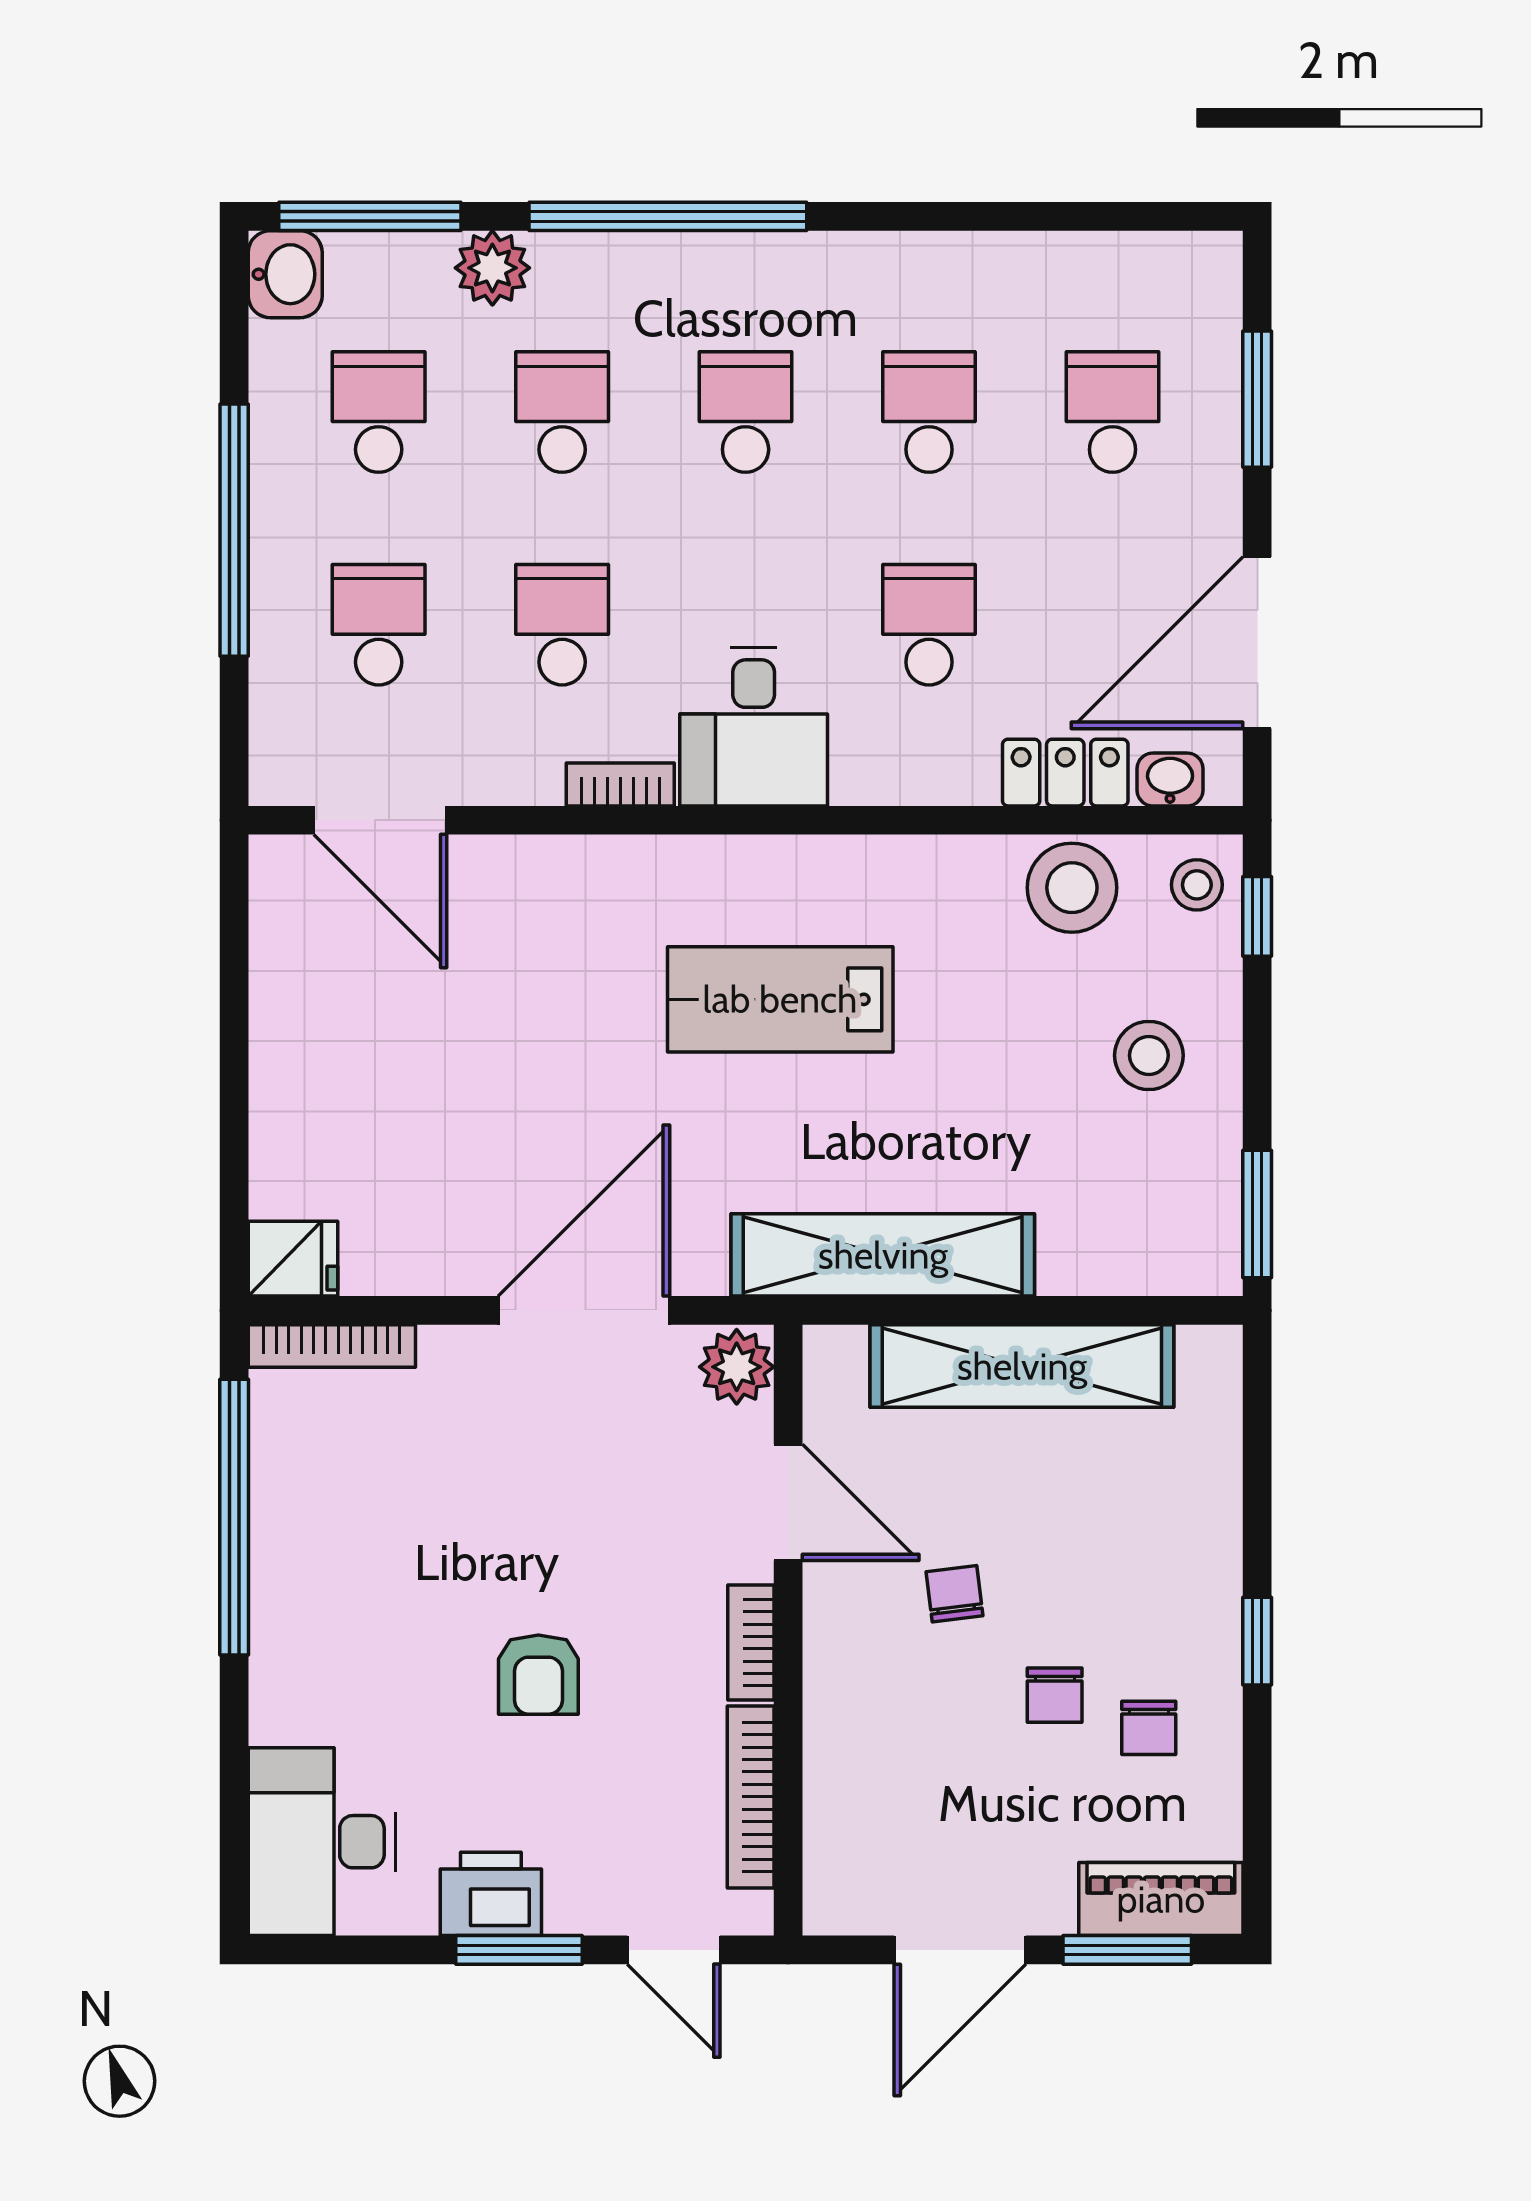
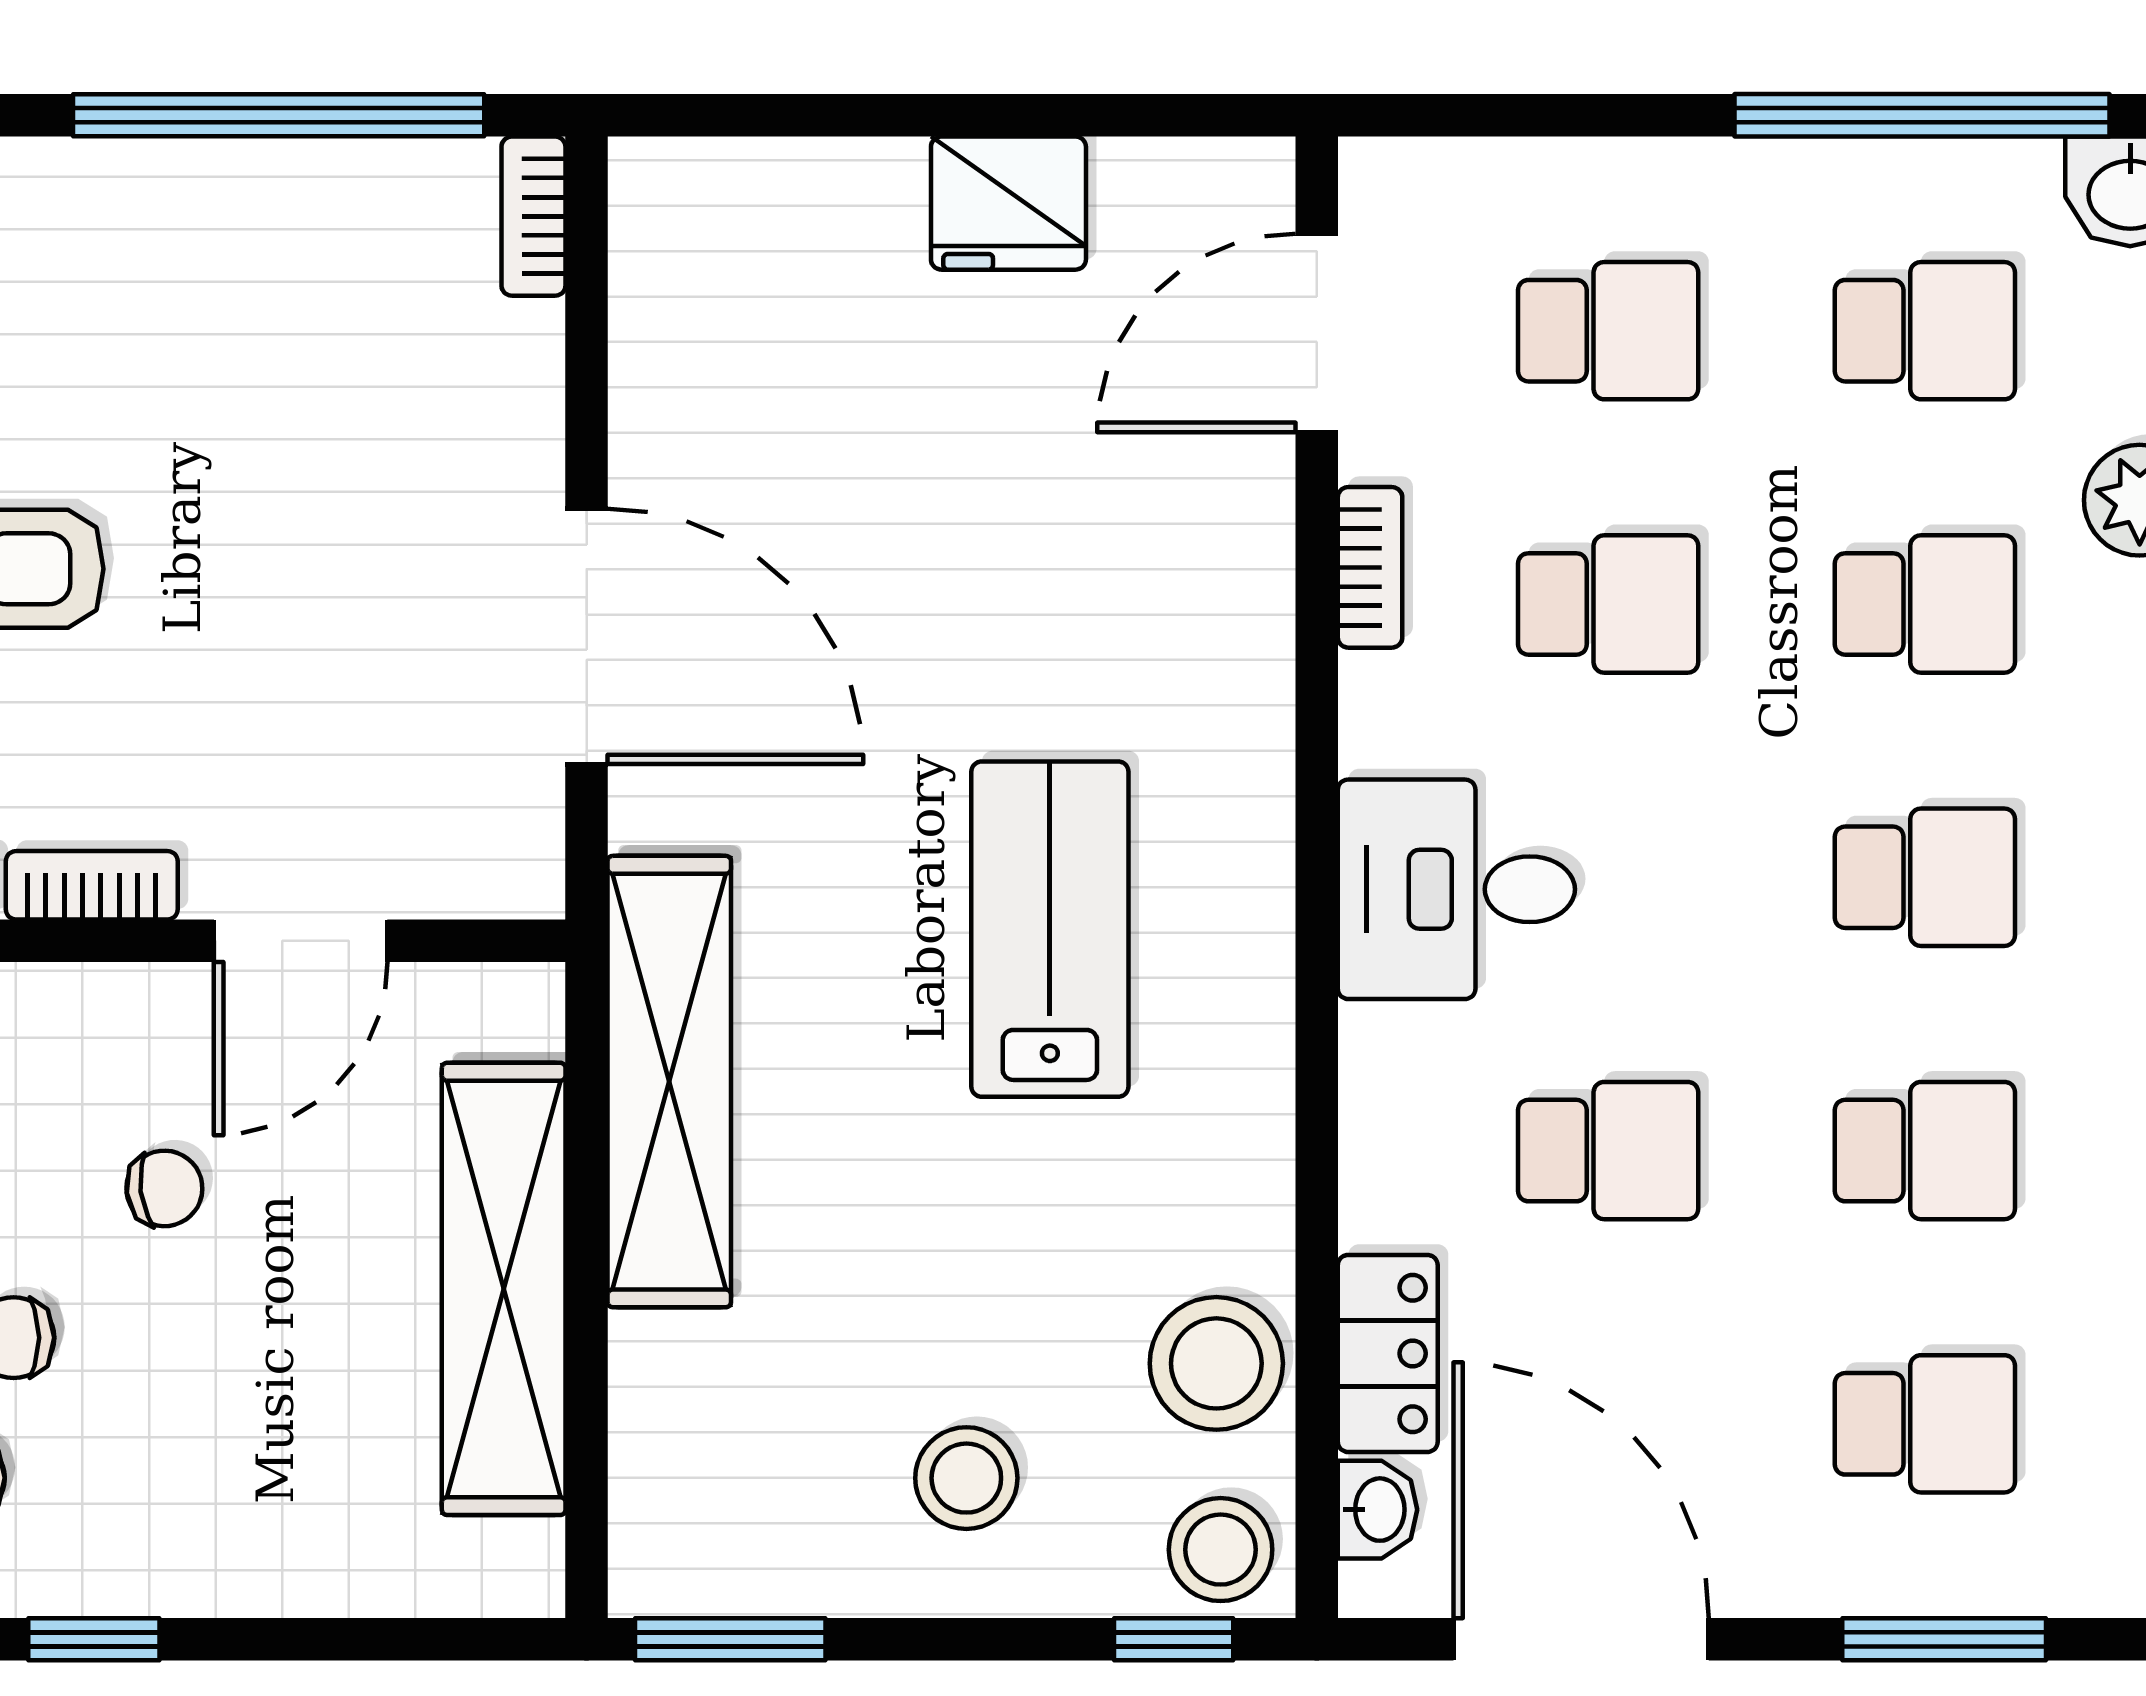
window: (234, 530) -> (1922, 115), moved
bookcase: (620, 784) -> (1370, 567), moved
stool: (1197, 885) -> (1221, 1550), width x1.37, depth x1.37
fridge: (293, 1259) -> (1008, 203), moved, width x1.38
bookcase: (332, 1346) -> (533, 216), width x0.64
plant: (737, 1367) -> (503, 864), removed

